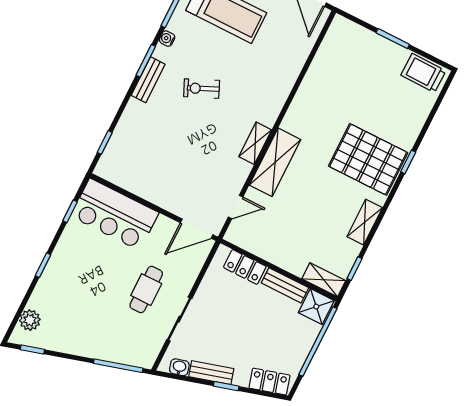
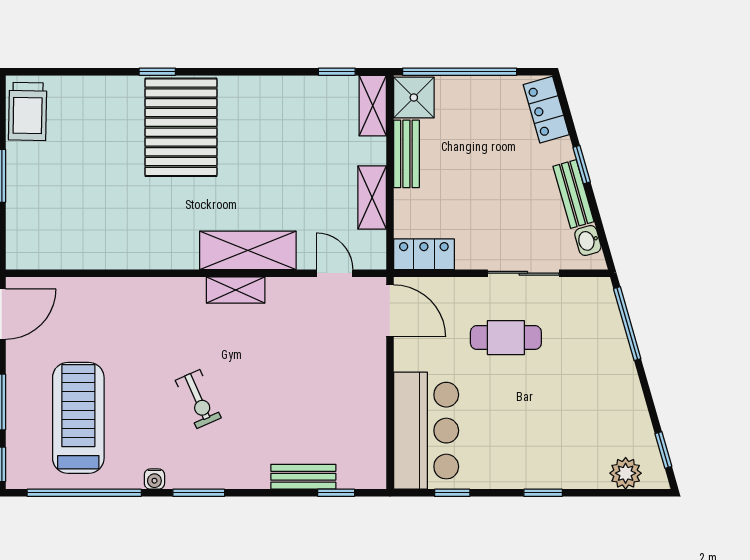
bench: (148, 80) -> (303, 477), moved
shelving: (365, 222) -> (372, 197), moved, turned 90
locker: (245, 267) -> (424, 254), moved, turned -90

